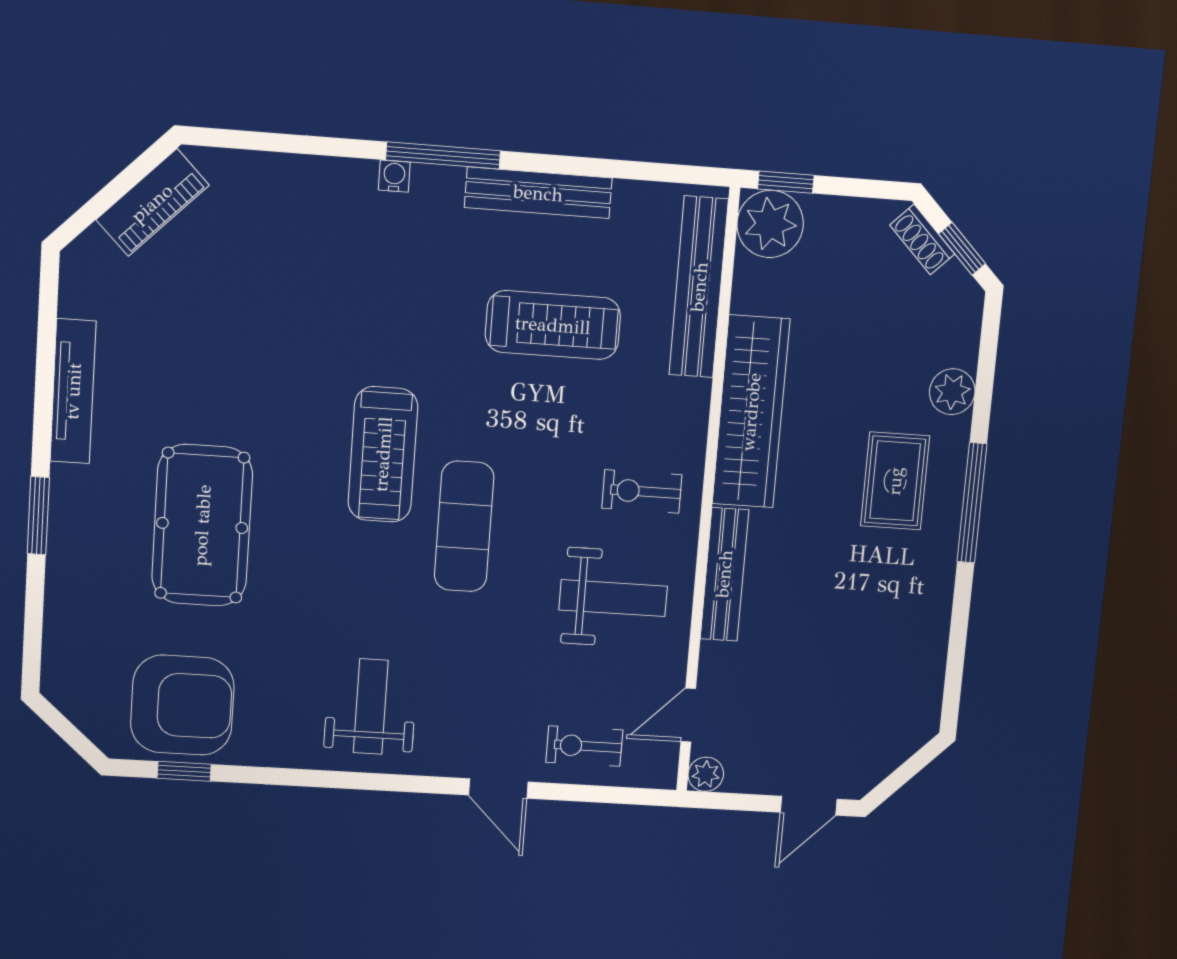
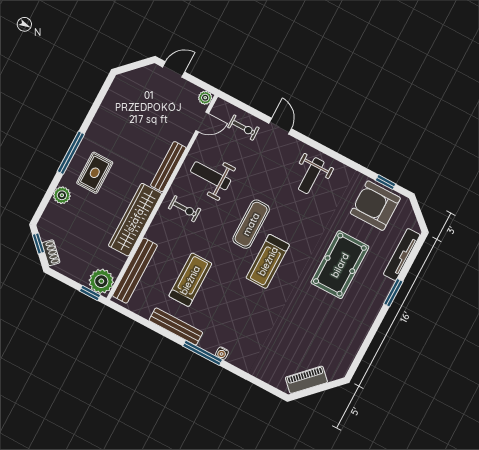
treadmill: (553, 325) -> (190, 280), turned 90
tv unit: (73, 391) -> (402, 255), moved
treadmill: (383, 454) -> (268, 261), turned 180

